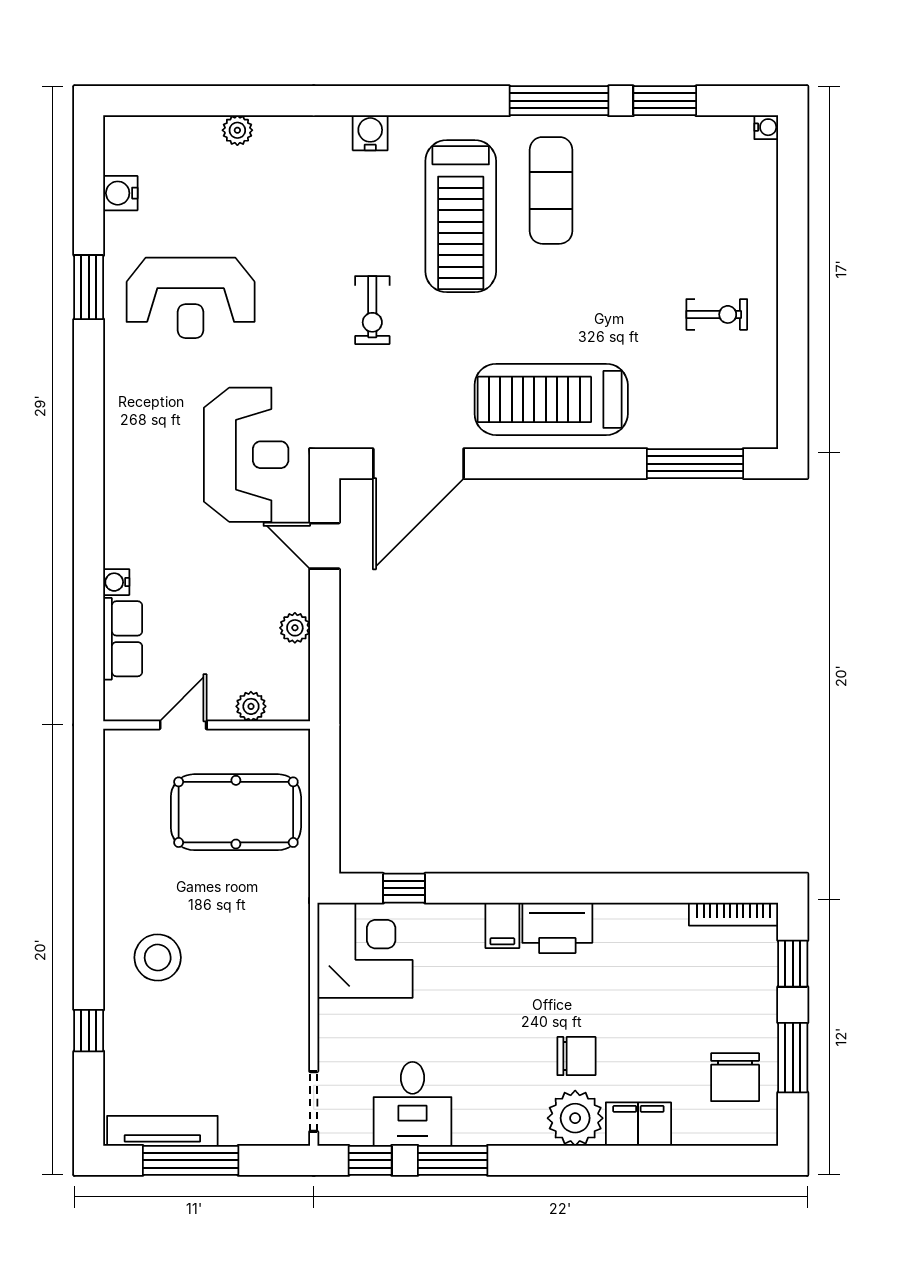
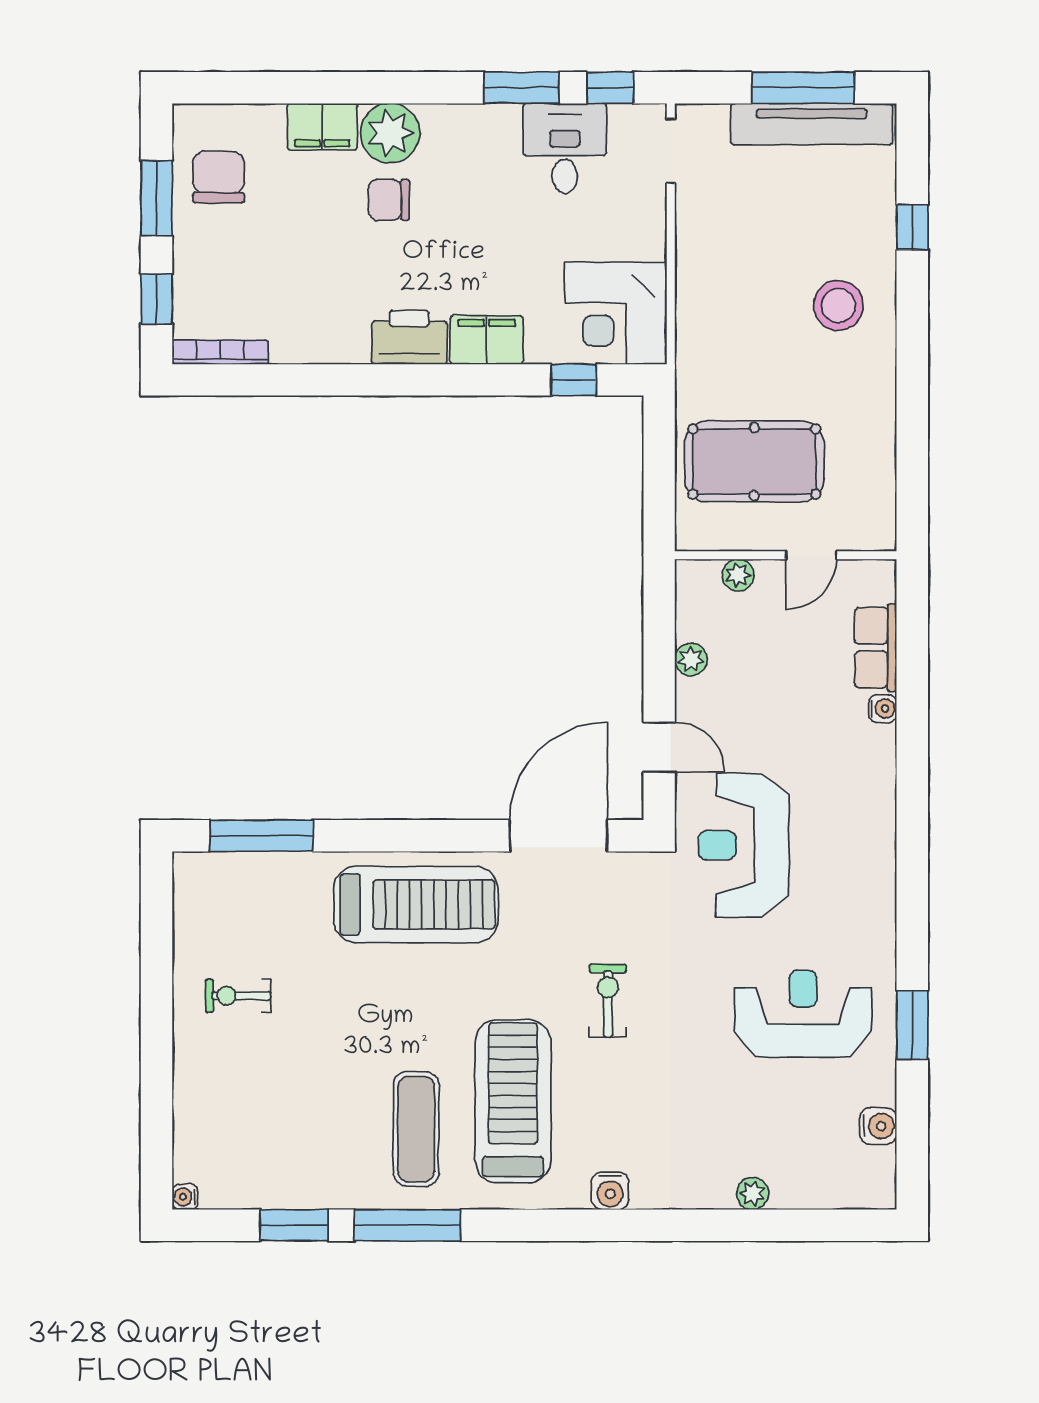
filing cabinet: (502, 925) -> (487, 340), width x2.00
tv unit: (162, 1131) -> (812, 124), width x1.36, depth x1.29

